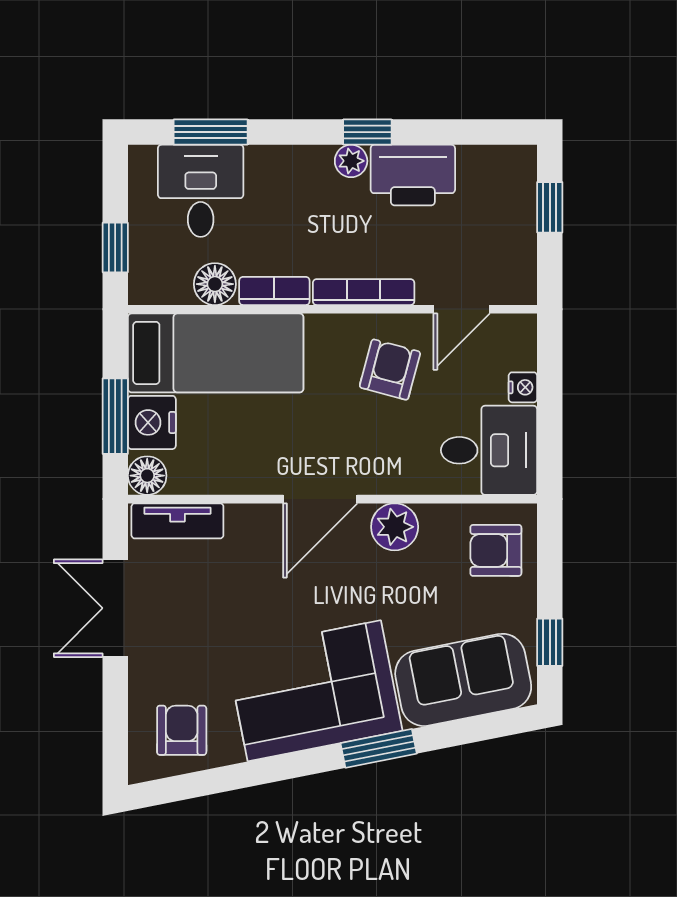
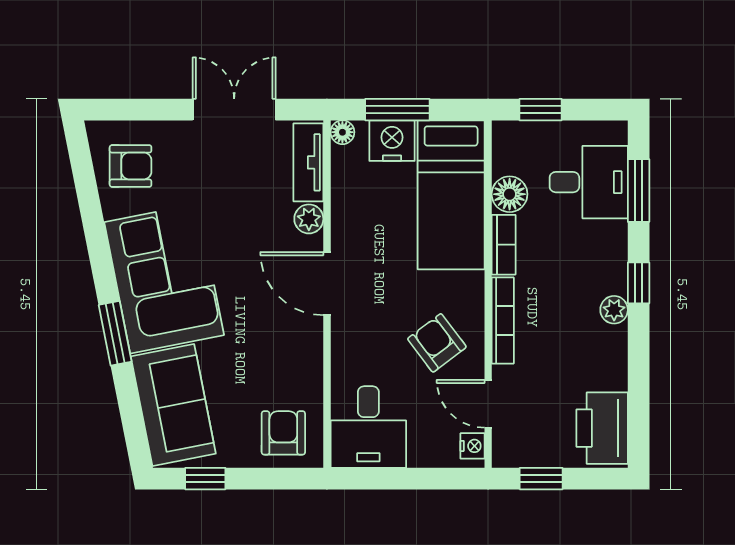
window: (367, 132) -> (639, 283), moved
printer: (413, 175) -> (602, 428), moved
window: (550, 207) -> (541, 479), moved
armchair: (390, 370) -> (437, 343), turned -142
nightstand: (523, 387) -> (473, 446), moved, turned -90
floor lamp: (147, 476) -> (342, 132), width x0.73, depth x0.73
plant: (395, 527) -> (309, 219), moved, width x0.73, depth x0.73

